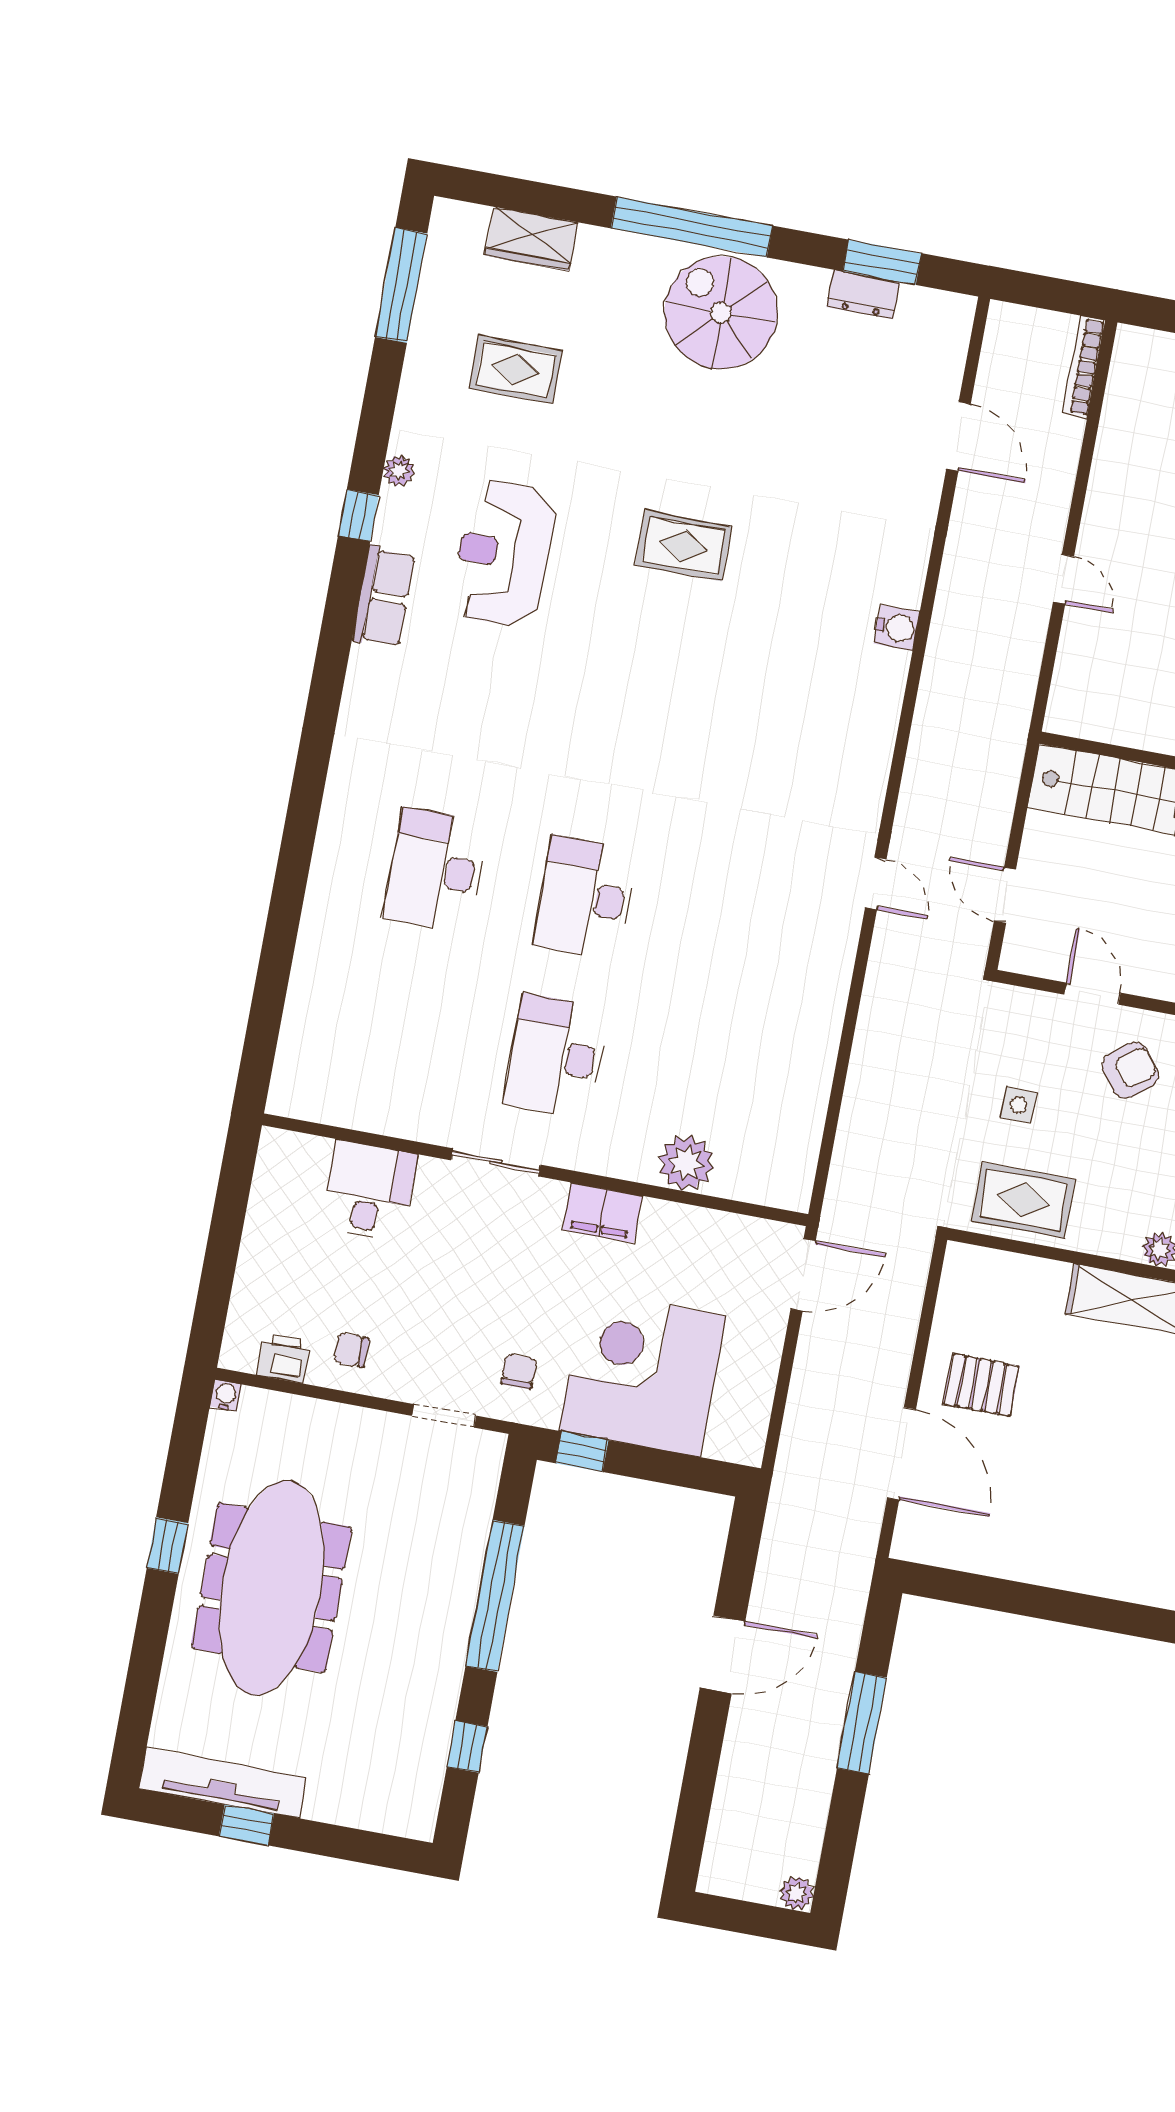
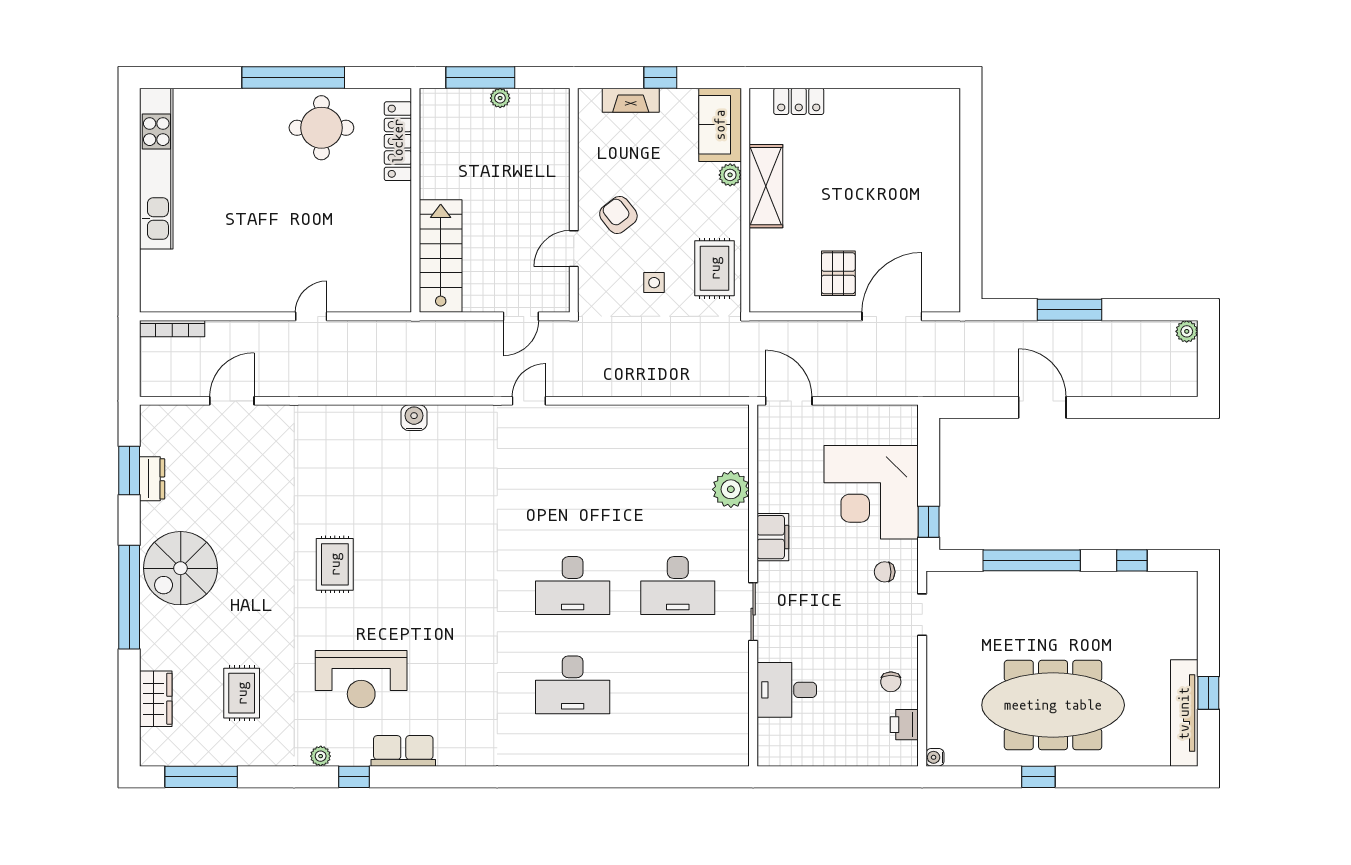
water cooler: (897, 628) -> (414, 418), moved

